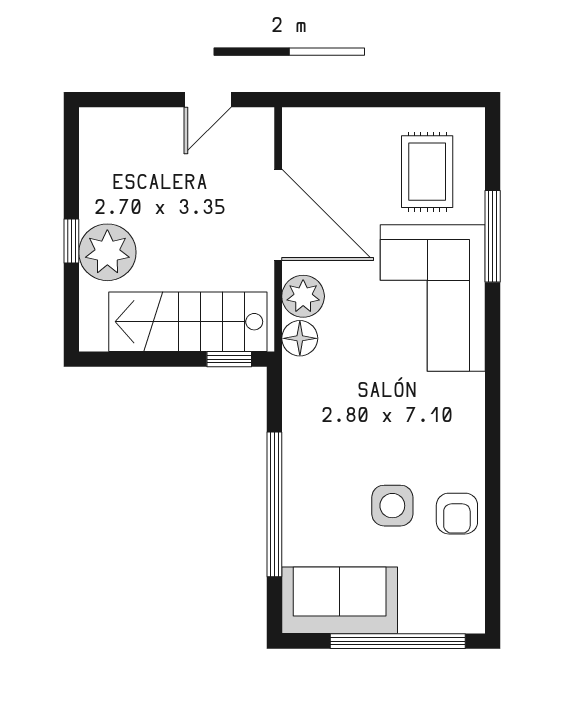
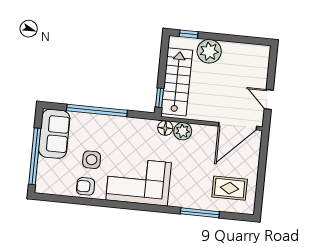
door: (278, 215) -> (238, 126), moved
window: (71, 241) -> (189, 34), moved
corner sofa: (433, 298) -> (139, 181), moved

